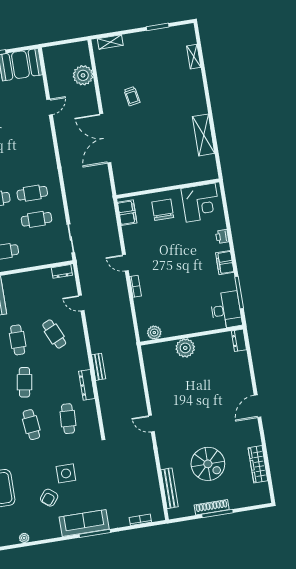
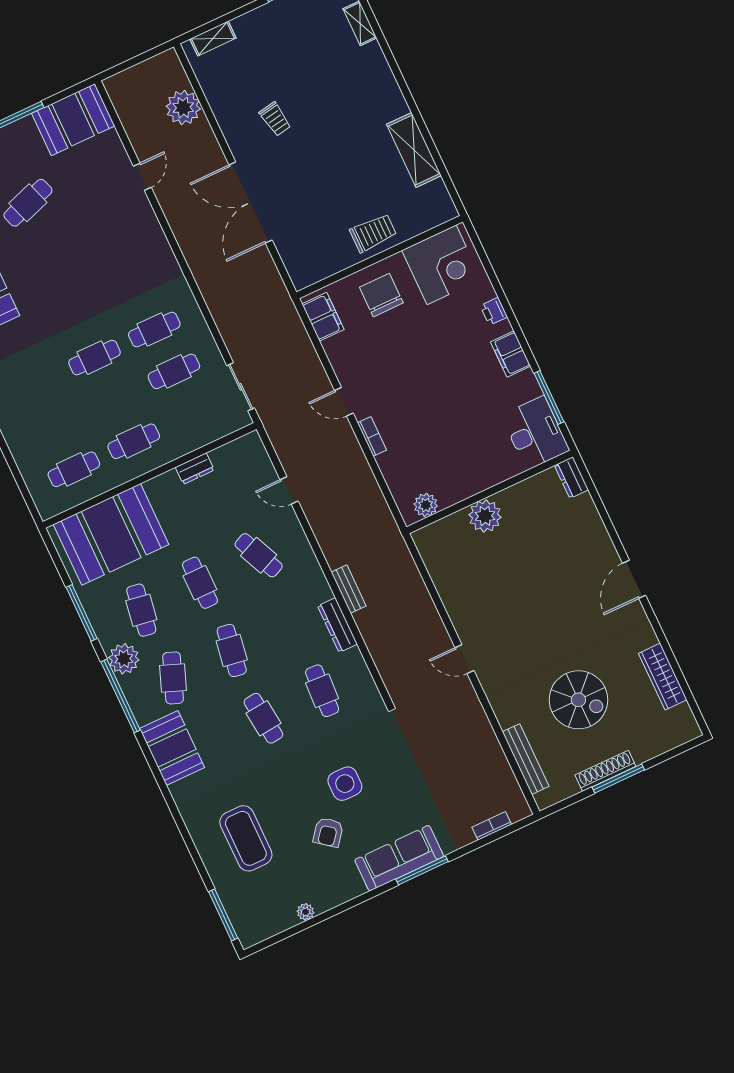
trolley: (168, 174) -> (373, 233), added
dresser: (62, 271) -> (195, 469), moved

